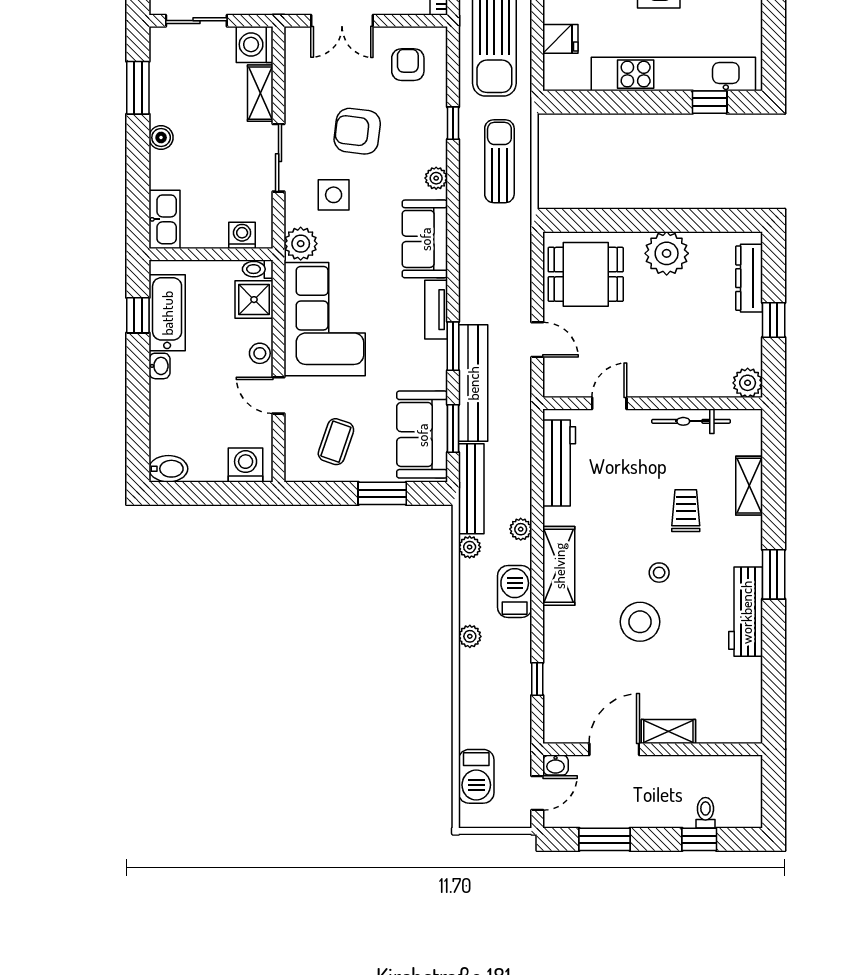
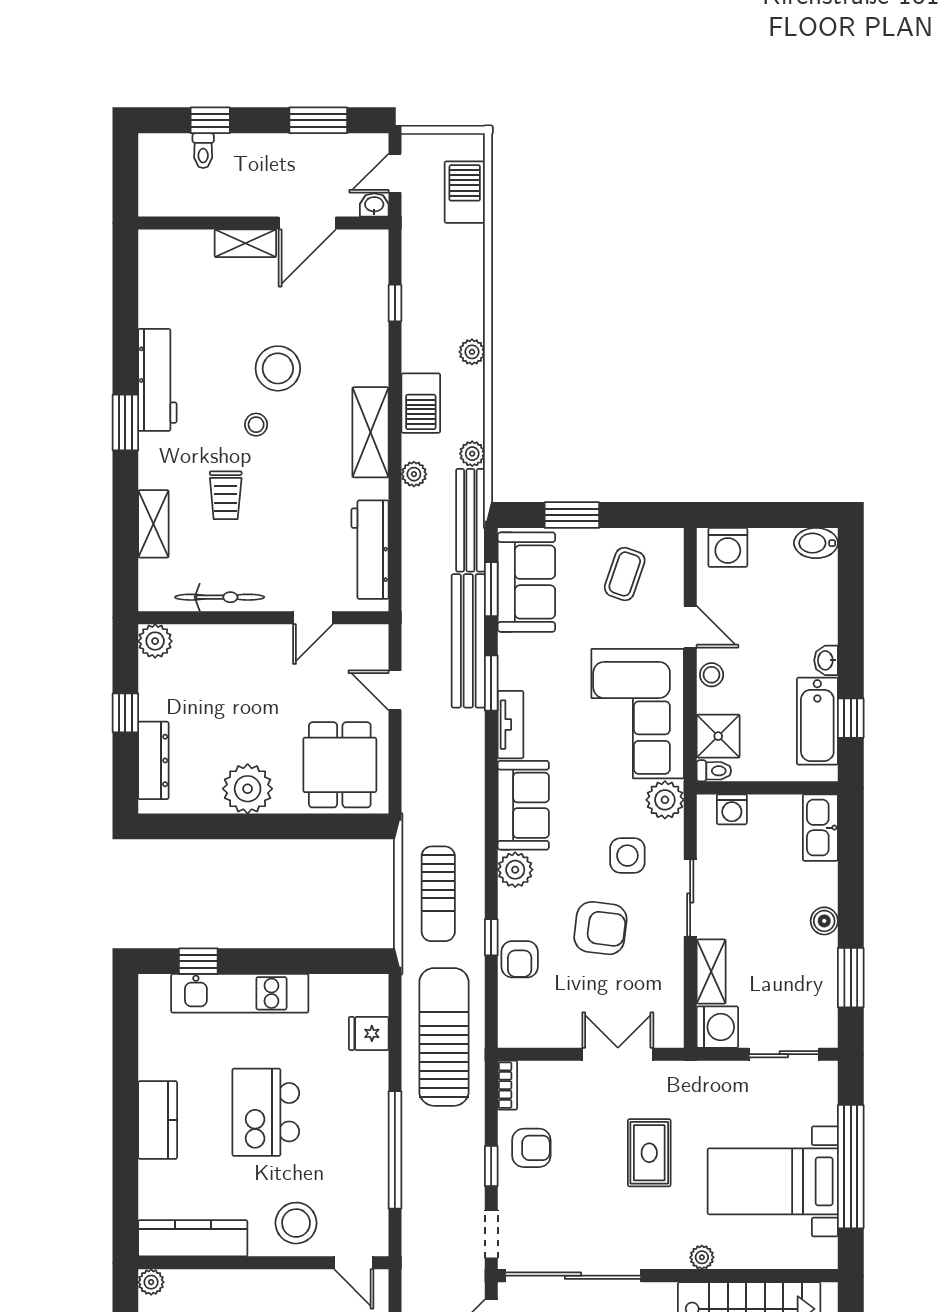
armchair: (408, 65) -> (520, 959), moved
kitchen unit: (673, 74) -> (240, 993), width x0.73
plant: (436, 178) -> (515, 870), width x1.38, depth x1.38
dining table: (586, 274) -> (340, 765), turned 90

